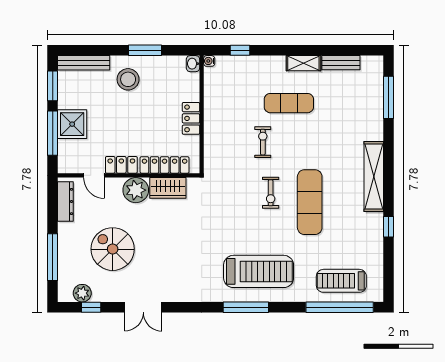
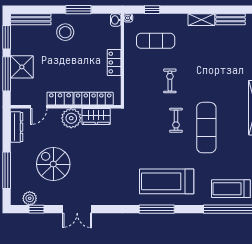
exercise mat: (289, 103) -> (156, 41), moved
door: (94, 175) -> (39, 107), hinge flipped
treadmill: (259, 271) -> (167, 181), turned 180

